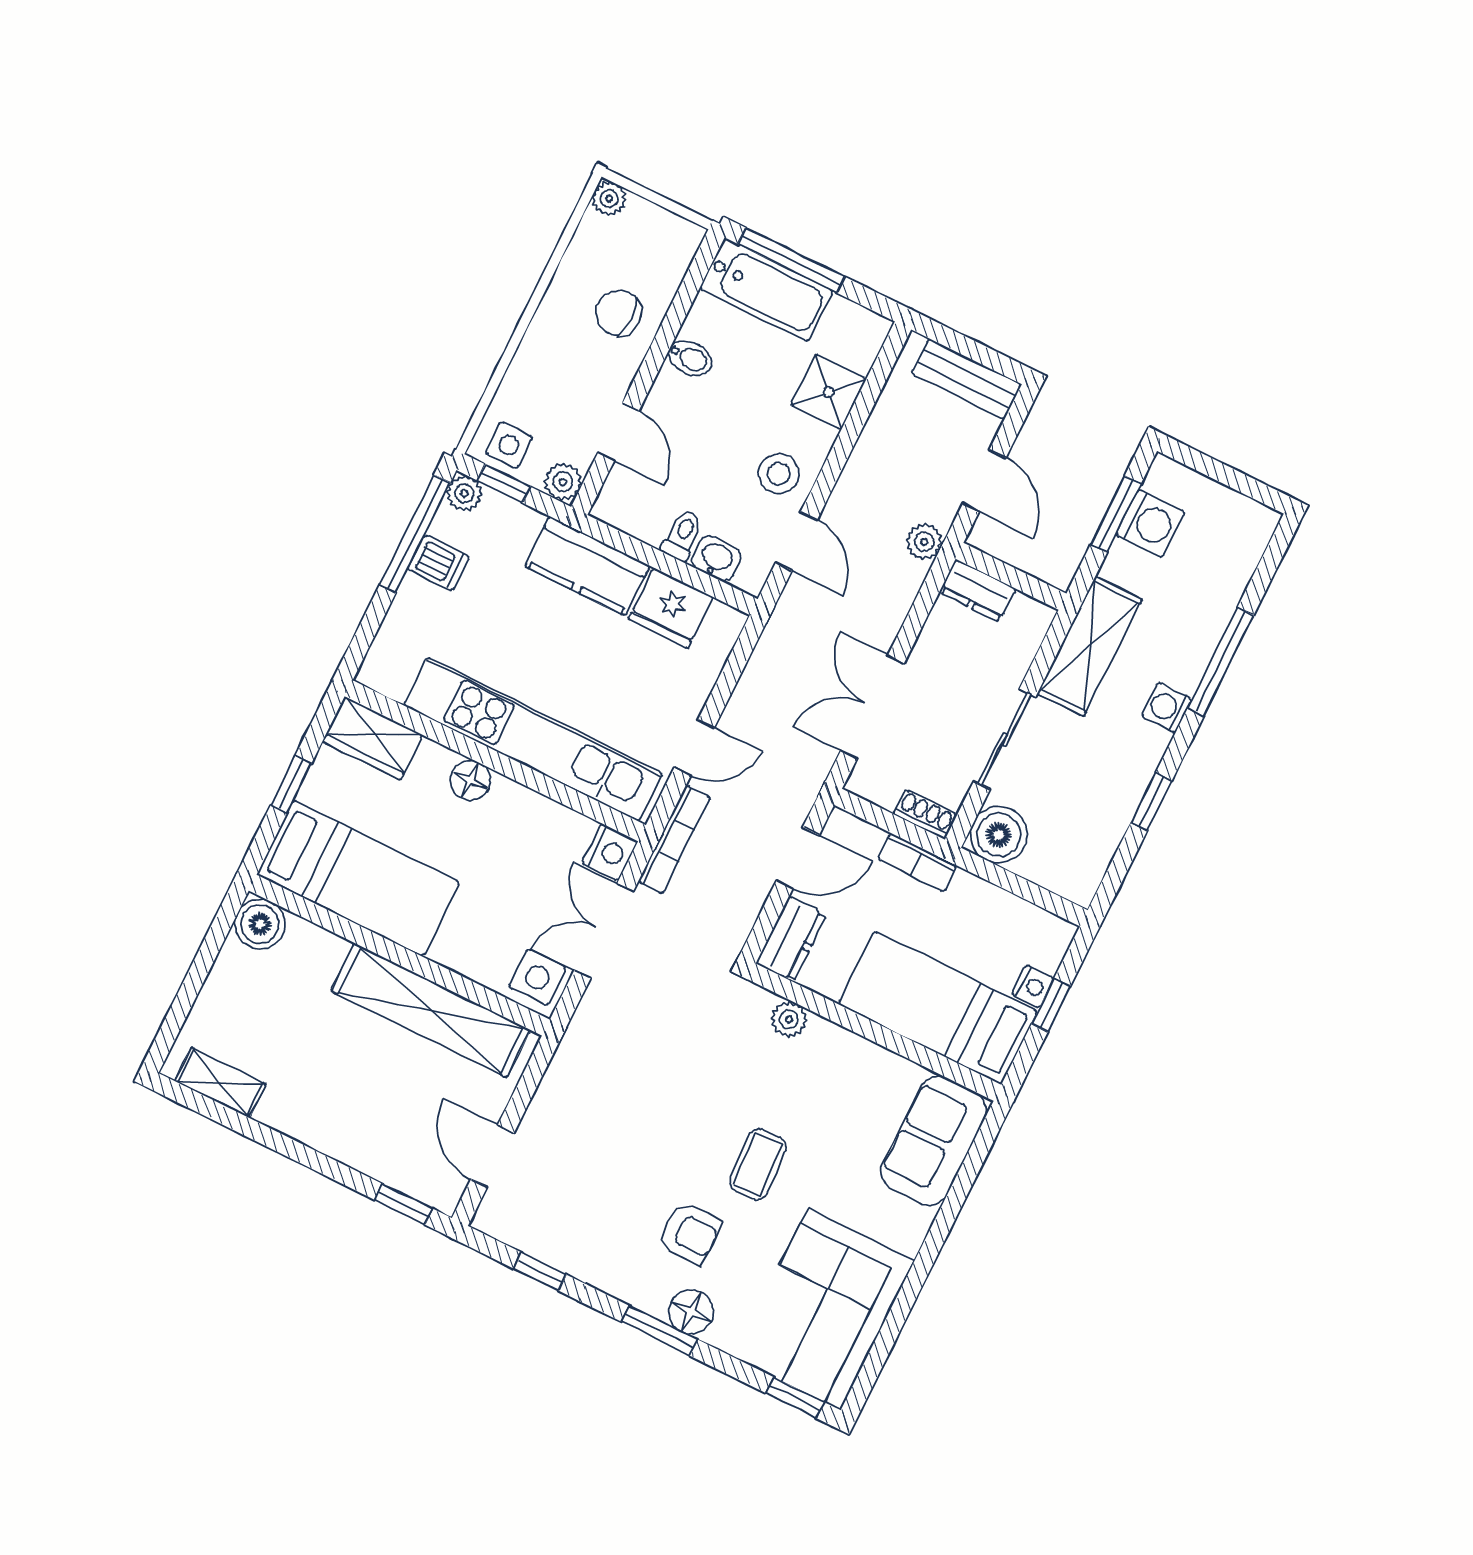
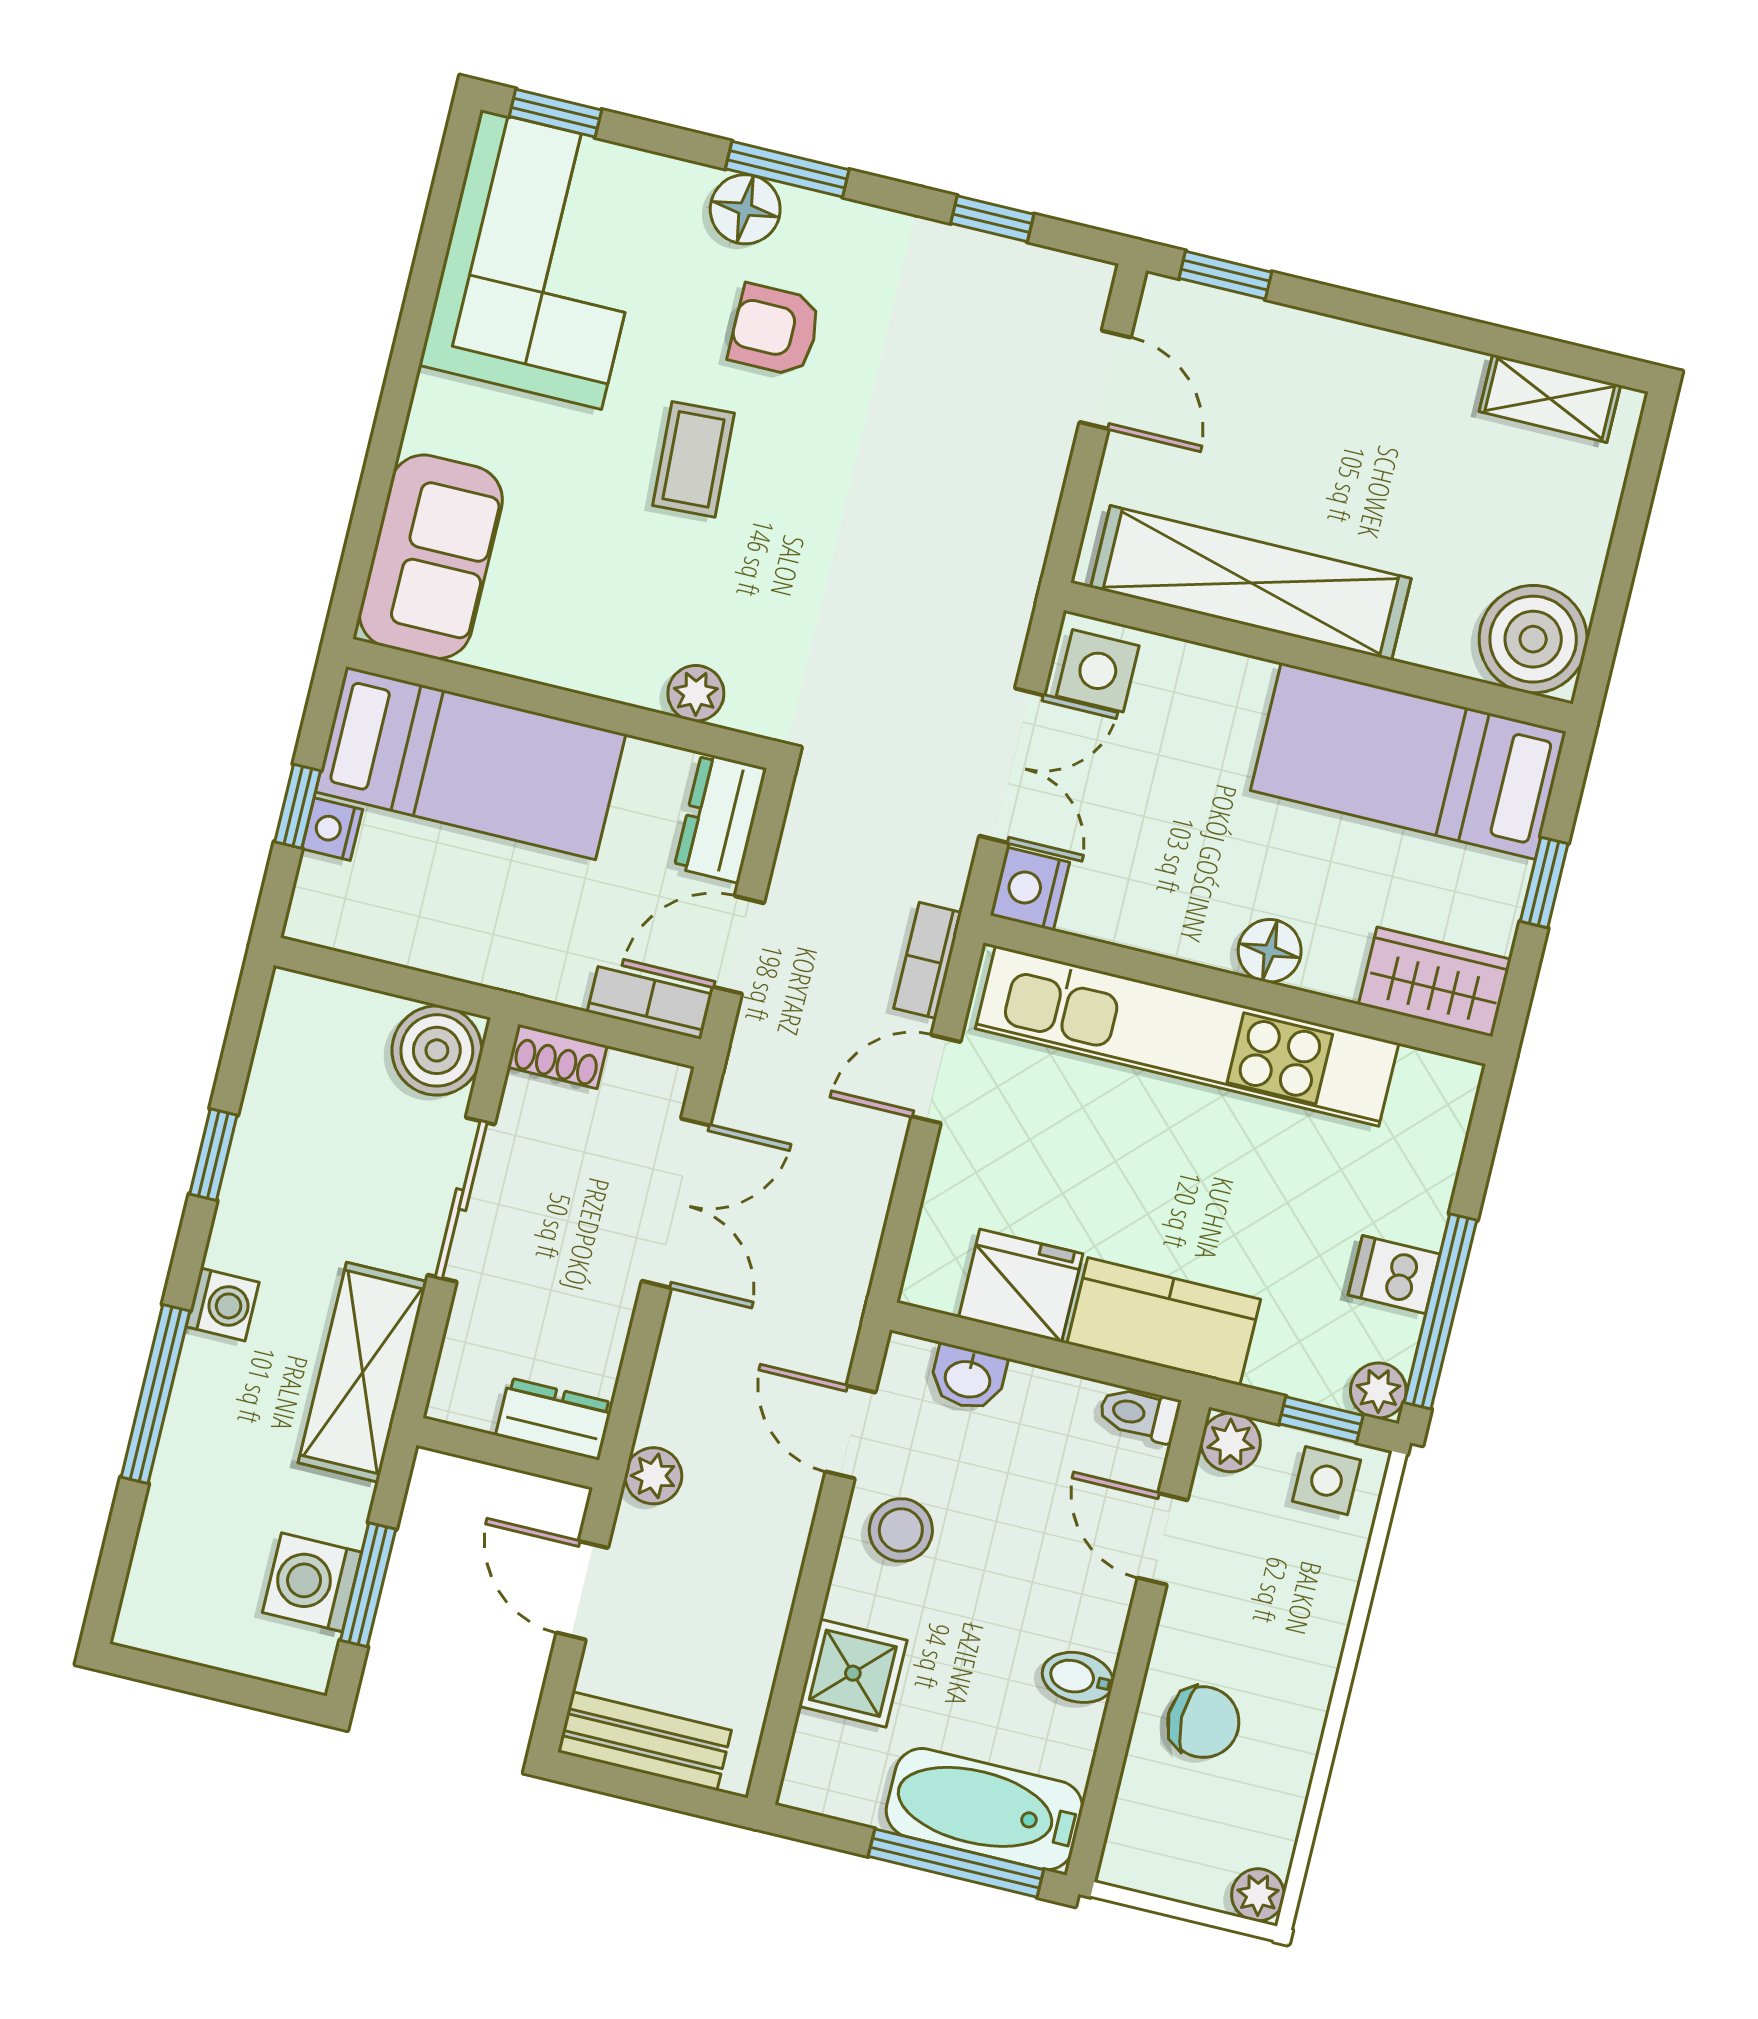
toilet: (683, 535) -> (1139, 1414), moved, turned 90
bookcase: (674, 840) -> (928, 960), width x0.64
bookcase: (917, 862) -> (650, 1003), moved
boiler: (260, 924) -> (1533, 639), width x1.37, depth x1.37

